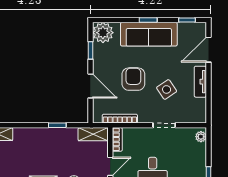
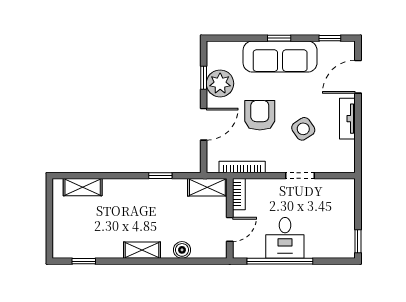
plant: (103, 33) -> (220, 83), moved
door: (90, 86) -> (204, 124), hinge flipped
plant: (201, 137) -> (348, 190), removed

